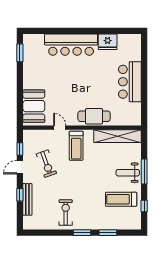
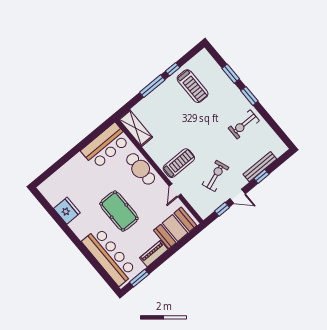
bar counter: (71, 45) -> (109, 256), moved
piano: (28, 77) -> (154, 254), added
pool table: (78, 77) -> (119, 211), added
bar counter: (130, 82) -> (106, 146), moved
shelving: (117, 136) -> (136, 128), width x0.68
weight bench: (128, 173) -> (165, 99), removed
window: (144, 206) -> (173, 69), moved

